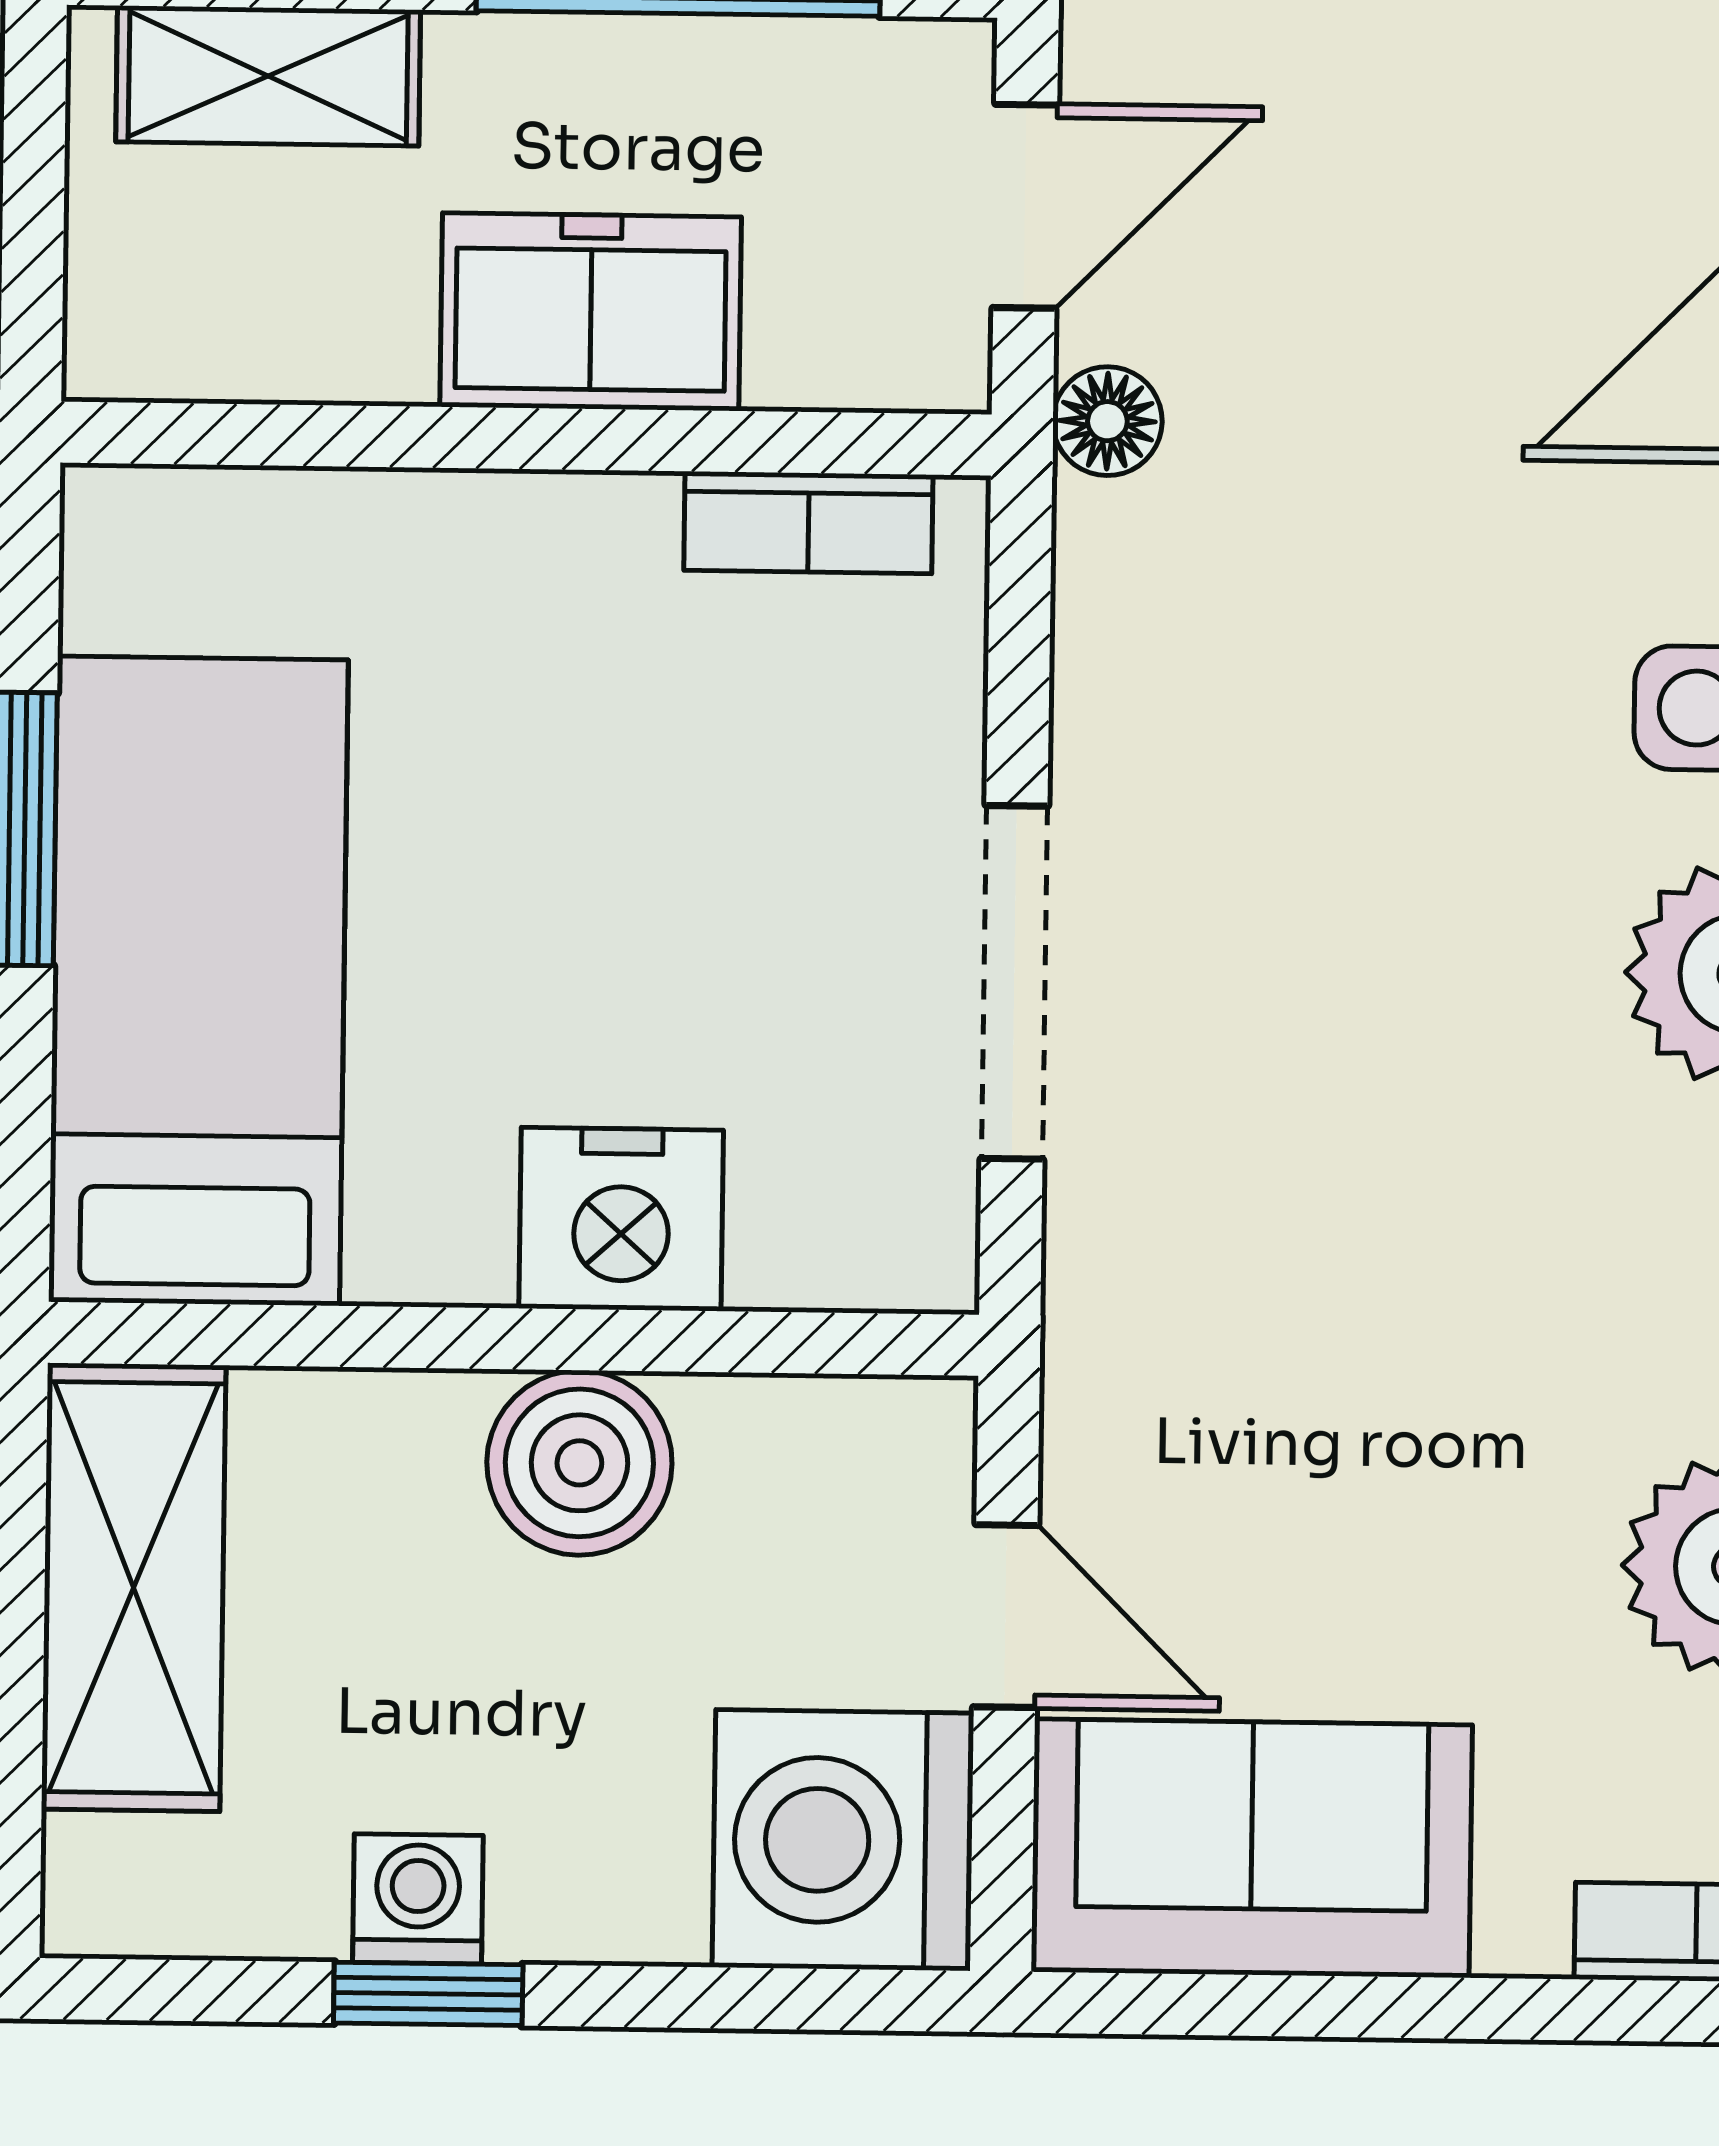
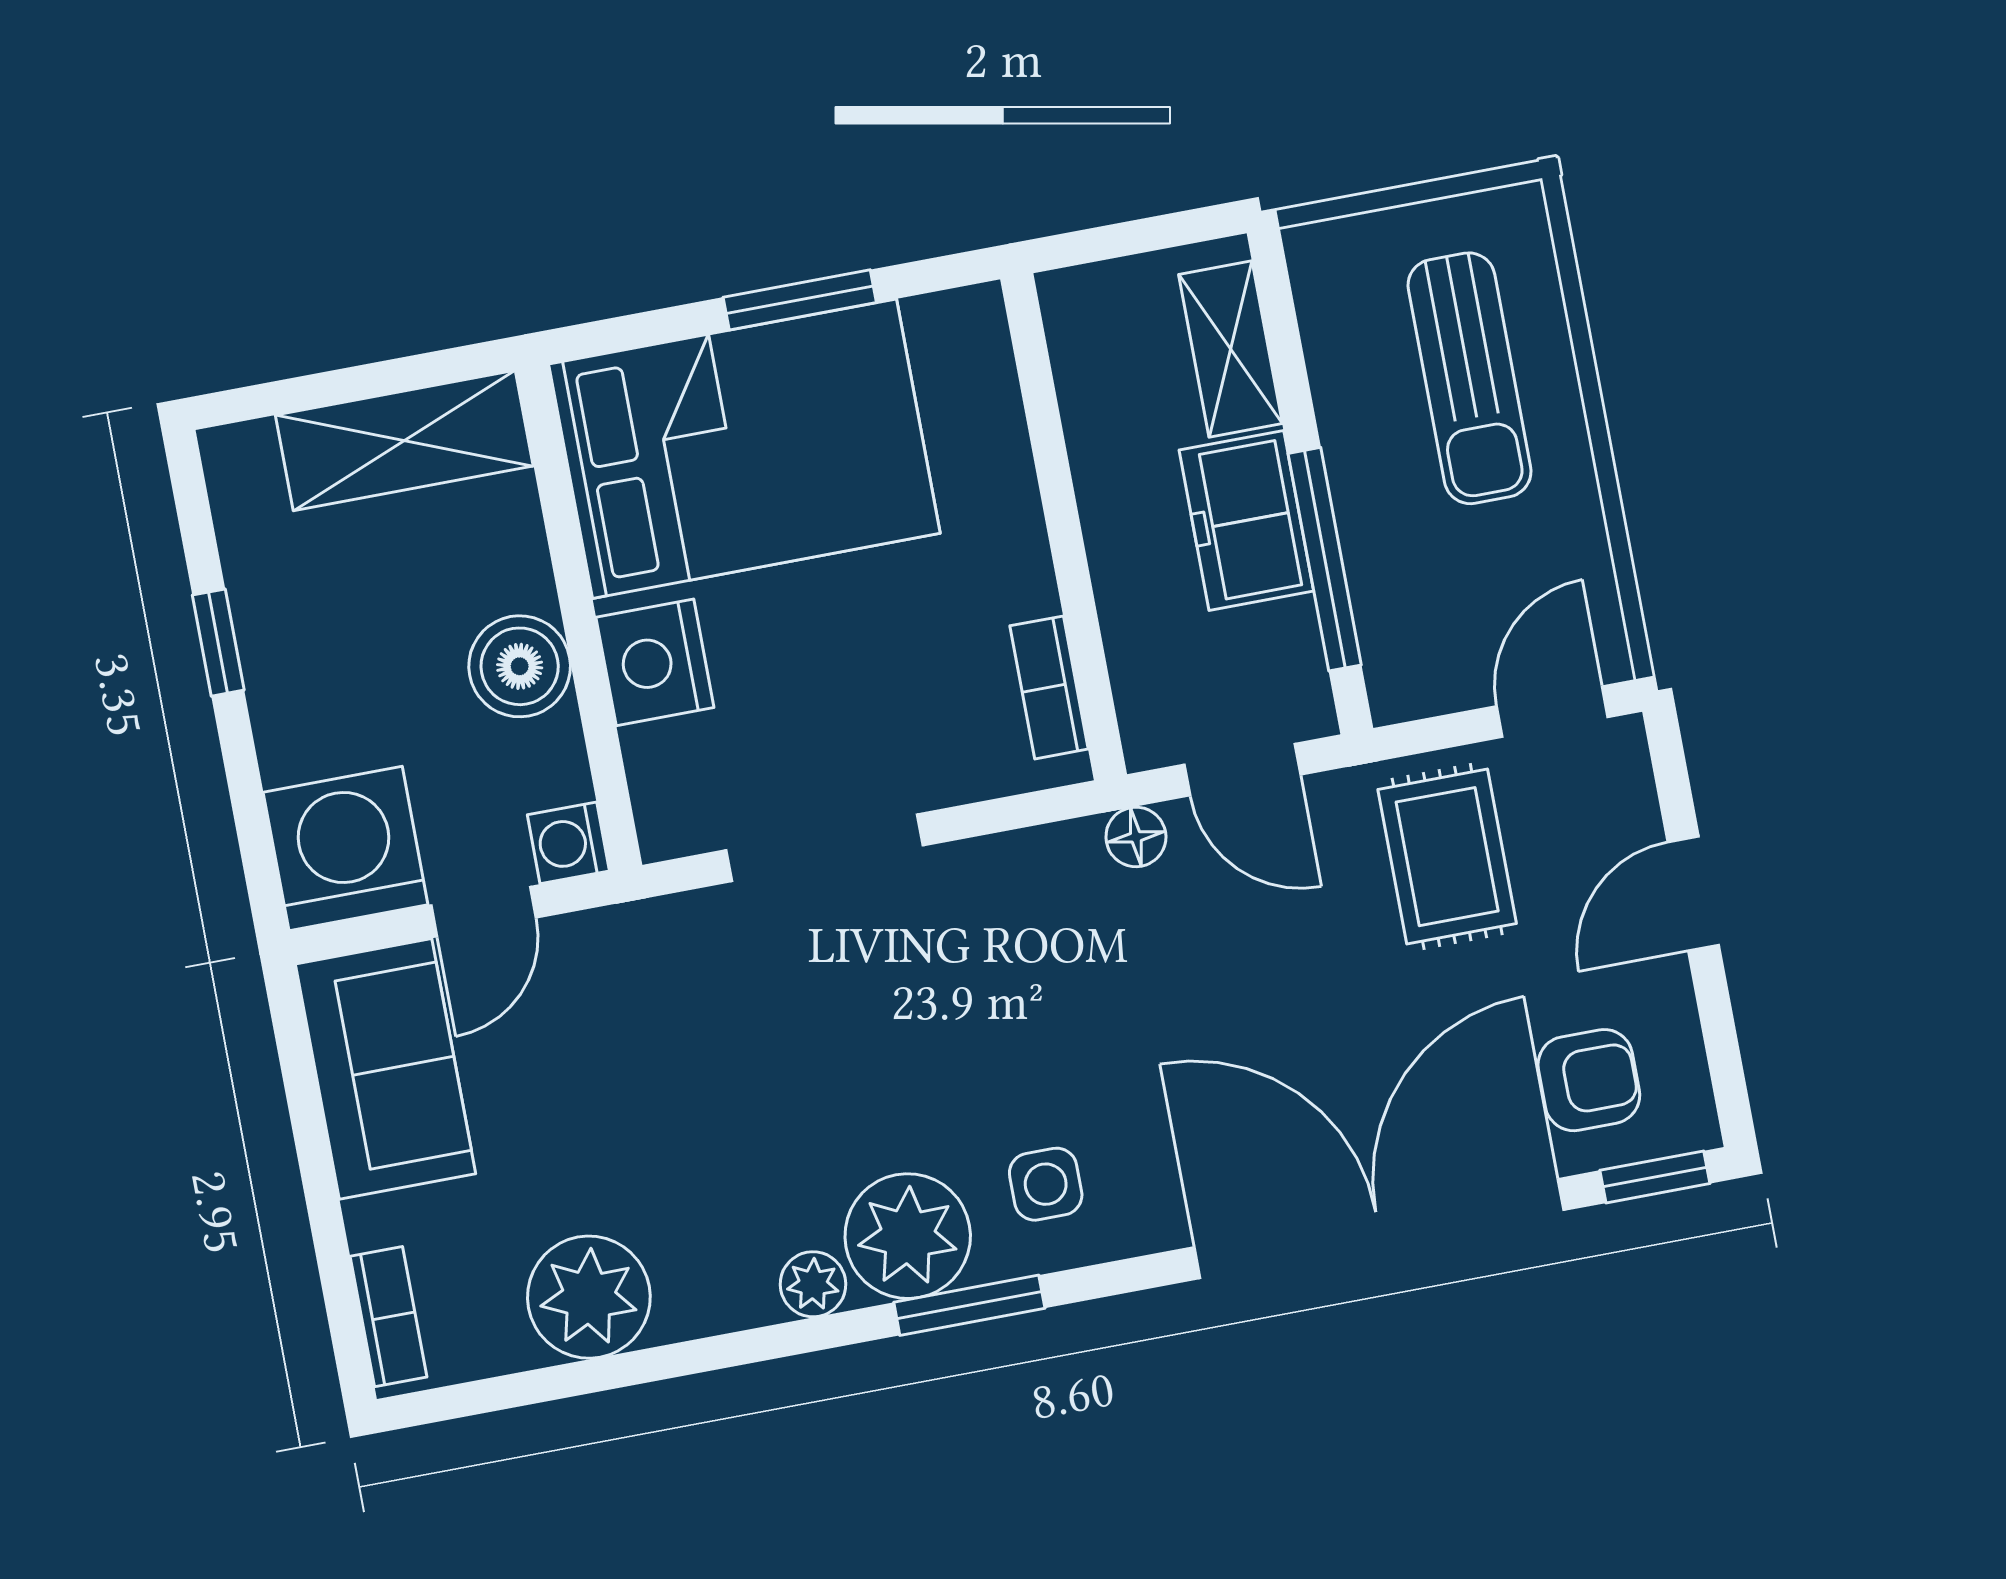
freezer: (591, 312) -> (1246, 520), moved, turned 180
bed: (198, 981) -> (744, 449), width x1.50
washing machine: (418, 1899) -> (568, 843), moved, turned 180

